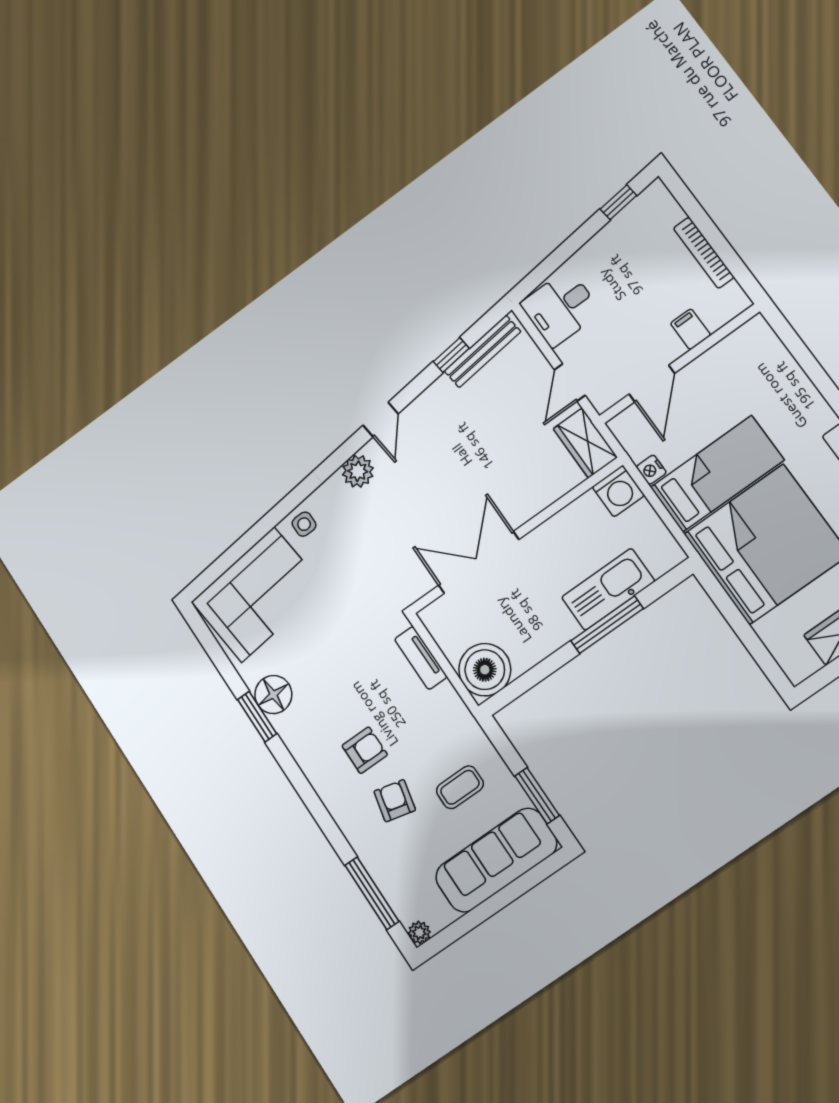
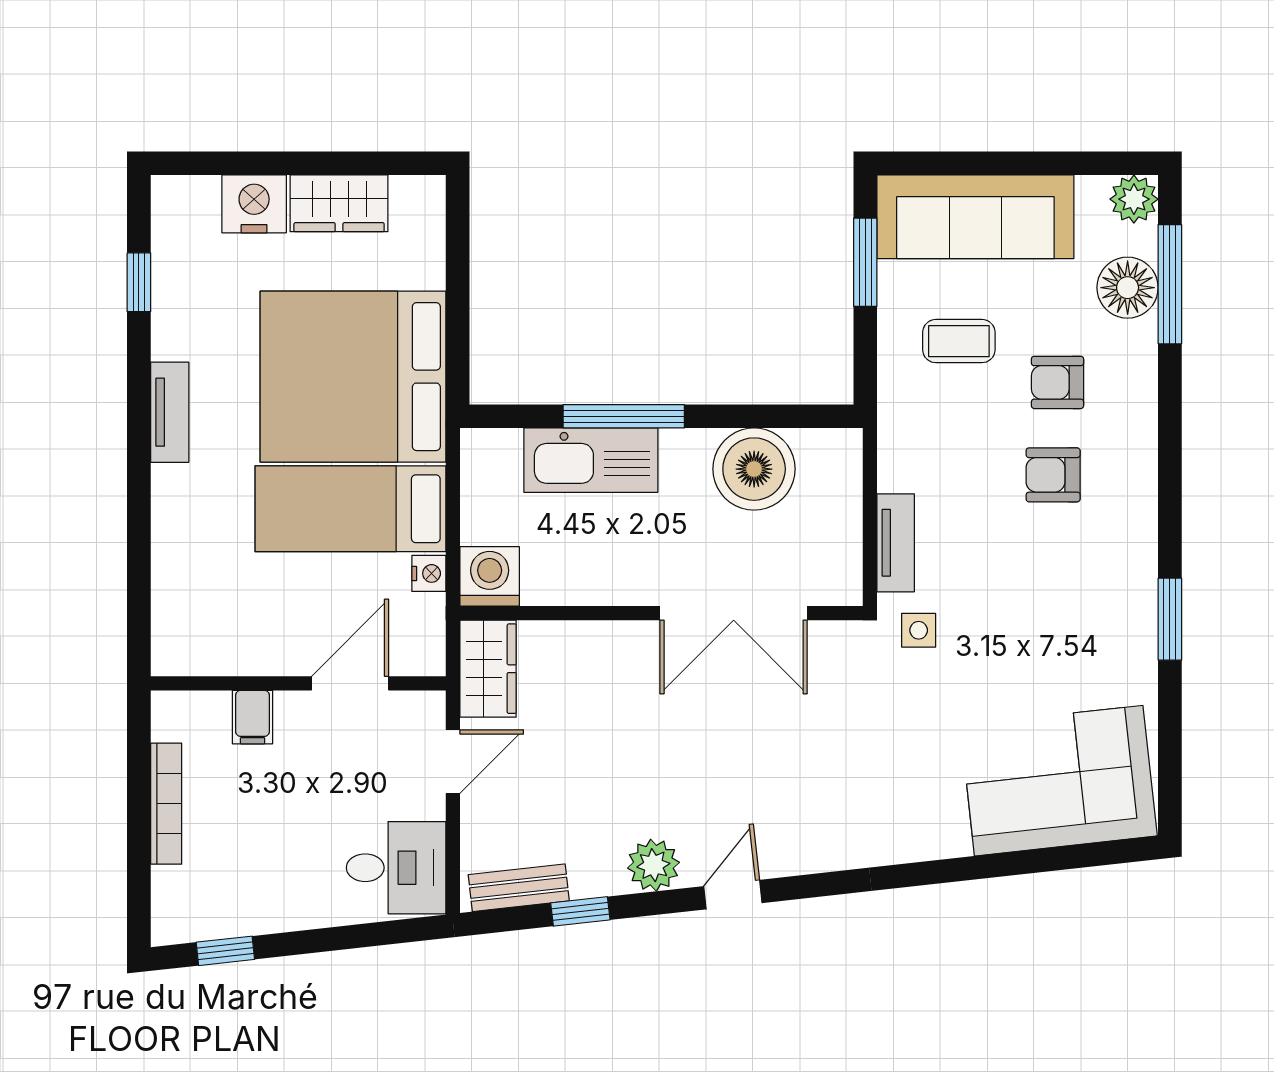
bench: (483, 351) -> (519, 888), width x0.73
plant: (358, 471) -> (653, 865), moved
side table: (304, 524) -> (919, 630), moved
boiler: (485, 670) -> (754, 469), moved
floor lamp: (273, 695) -> (1128, 288), moved
armchair: (395, 801) -> (1058, 382), turned 77
plant: (419, 933) -> (1134, 199), width x1.38, depth x1.38

